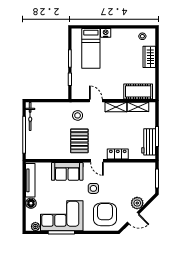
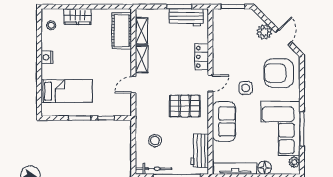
nightstand: (106, 33) -> (47, 57), moved
stool: (78, 115) -> (155, 141), moved
workbench: (44, 152) -> (200, 151), added

